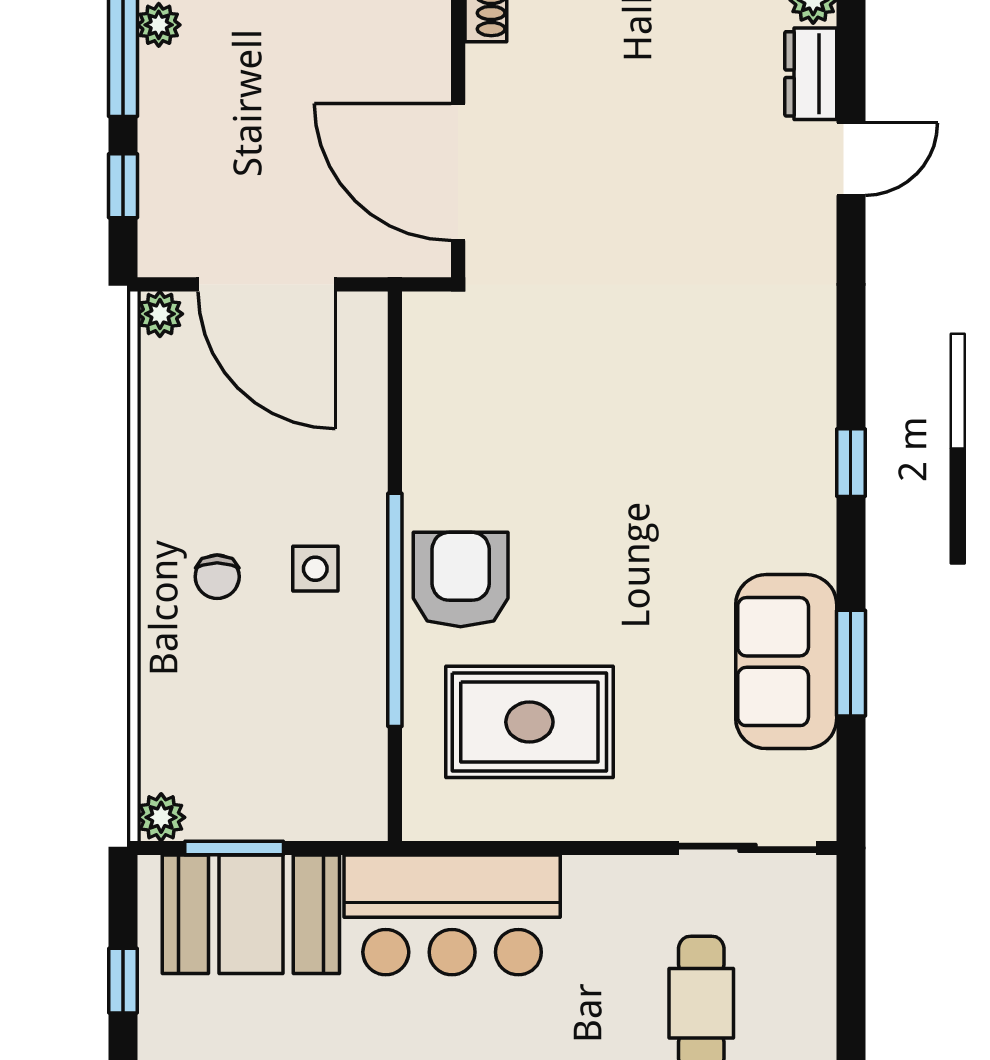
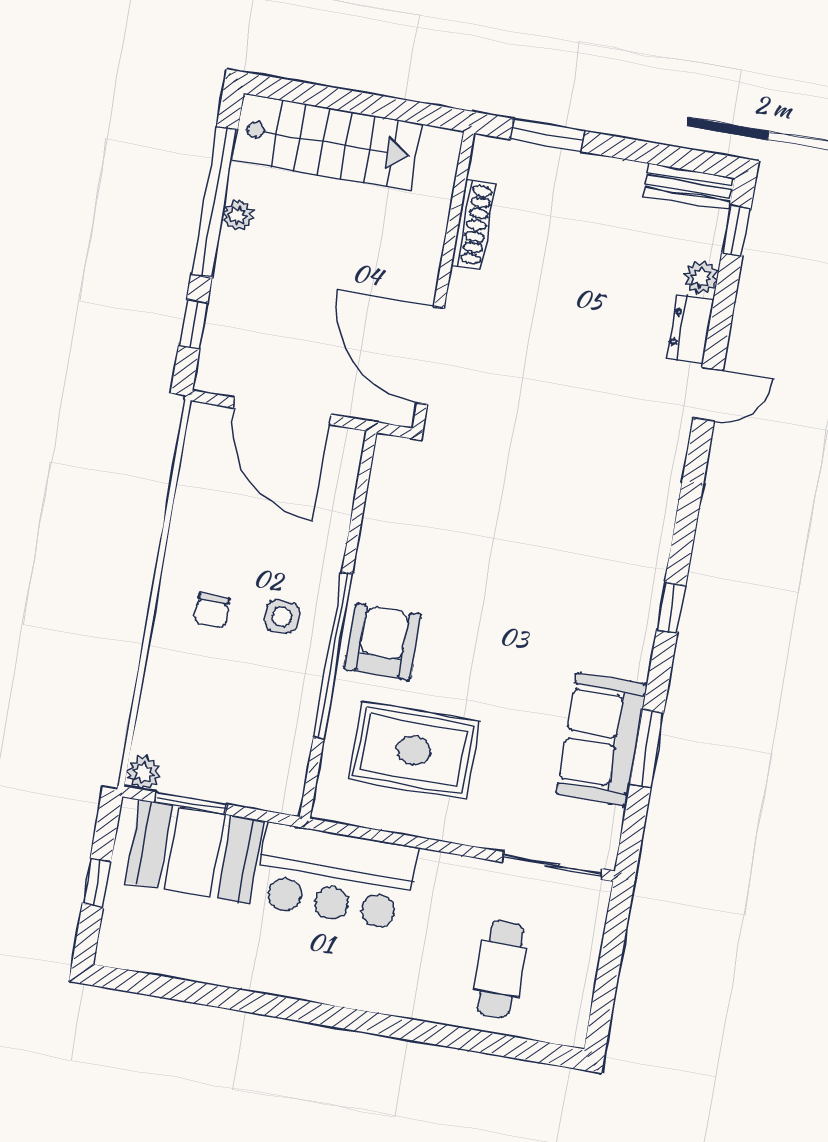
plant: (160, 314) -> (204, 419), removed

